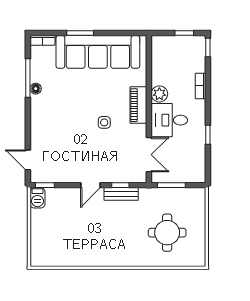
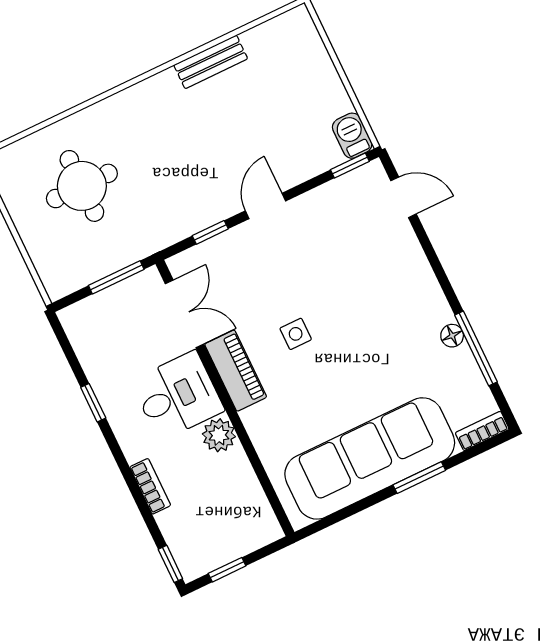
piano: (138, 105) -> (236, 371), moved
double door: (149, 155) -> (185, 314), swing flipped
bench: (121, 194) -> (211, 62), moved

